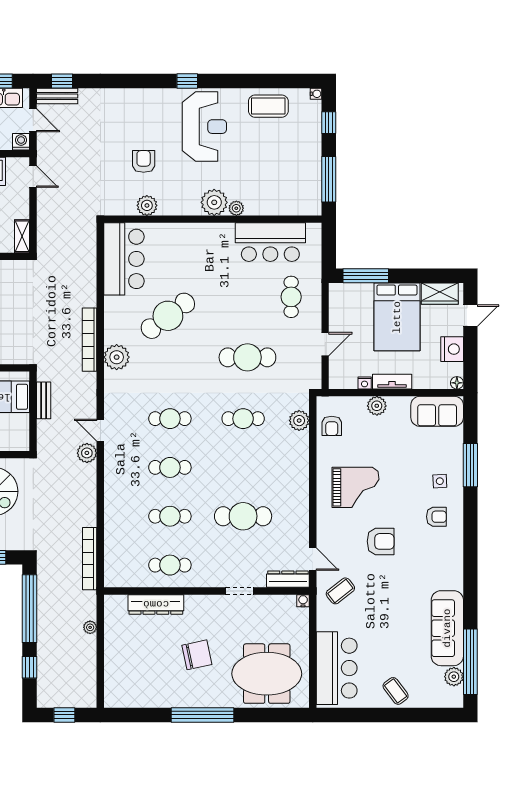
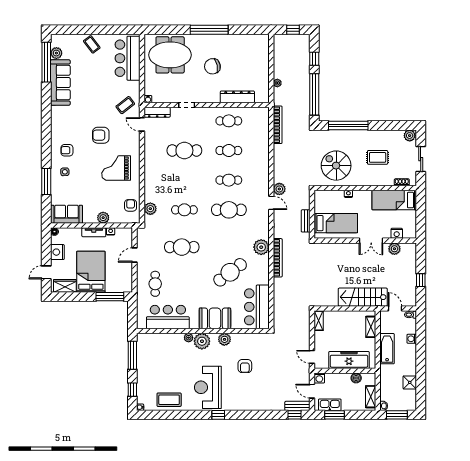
plant: (147, 205) -> (224, 339), moved
booth: (193, 240) -> (215, 318), added
cafe table: (170, 419) -> (229, 210), width x1.37, depth x1.35

